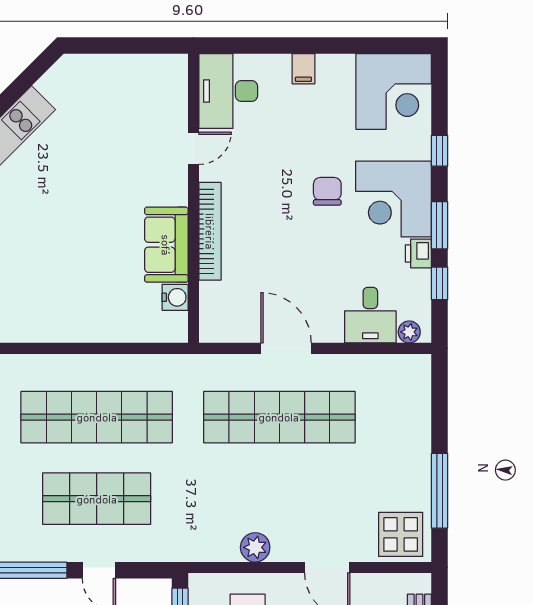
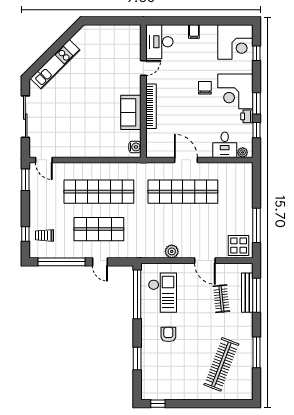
window: (440, 151) -> (256, 53), moved
water cooler: (175, 297) -> (135, 147), moved

